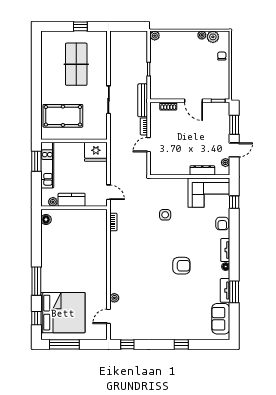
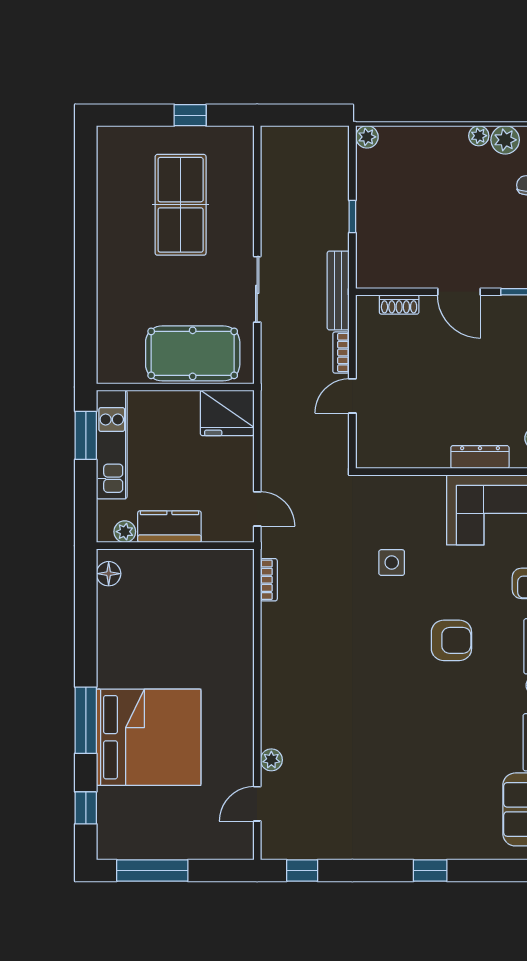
pool table: (63, 116) -> (193, 353), moved
armchair: (181, 266) -> (451, 640), moved
bed: (63, 313) -> (149, 737), moved

